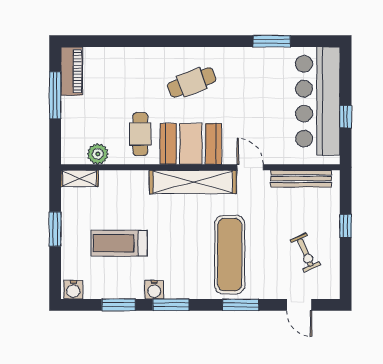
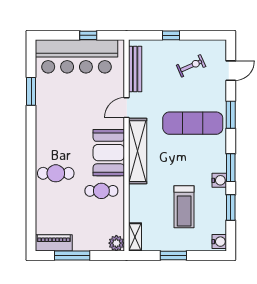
cafe table: (192, 82) -> (56, 173), moved, turned -69
plant: (98, 154) -> (116, 243), moved

